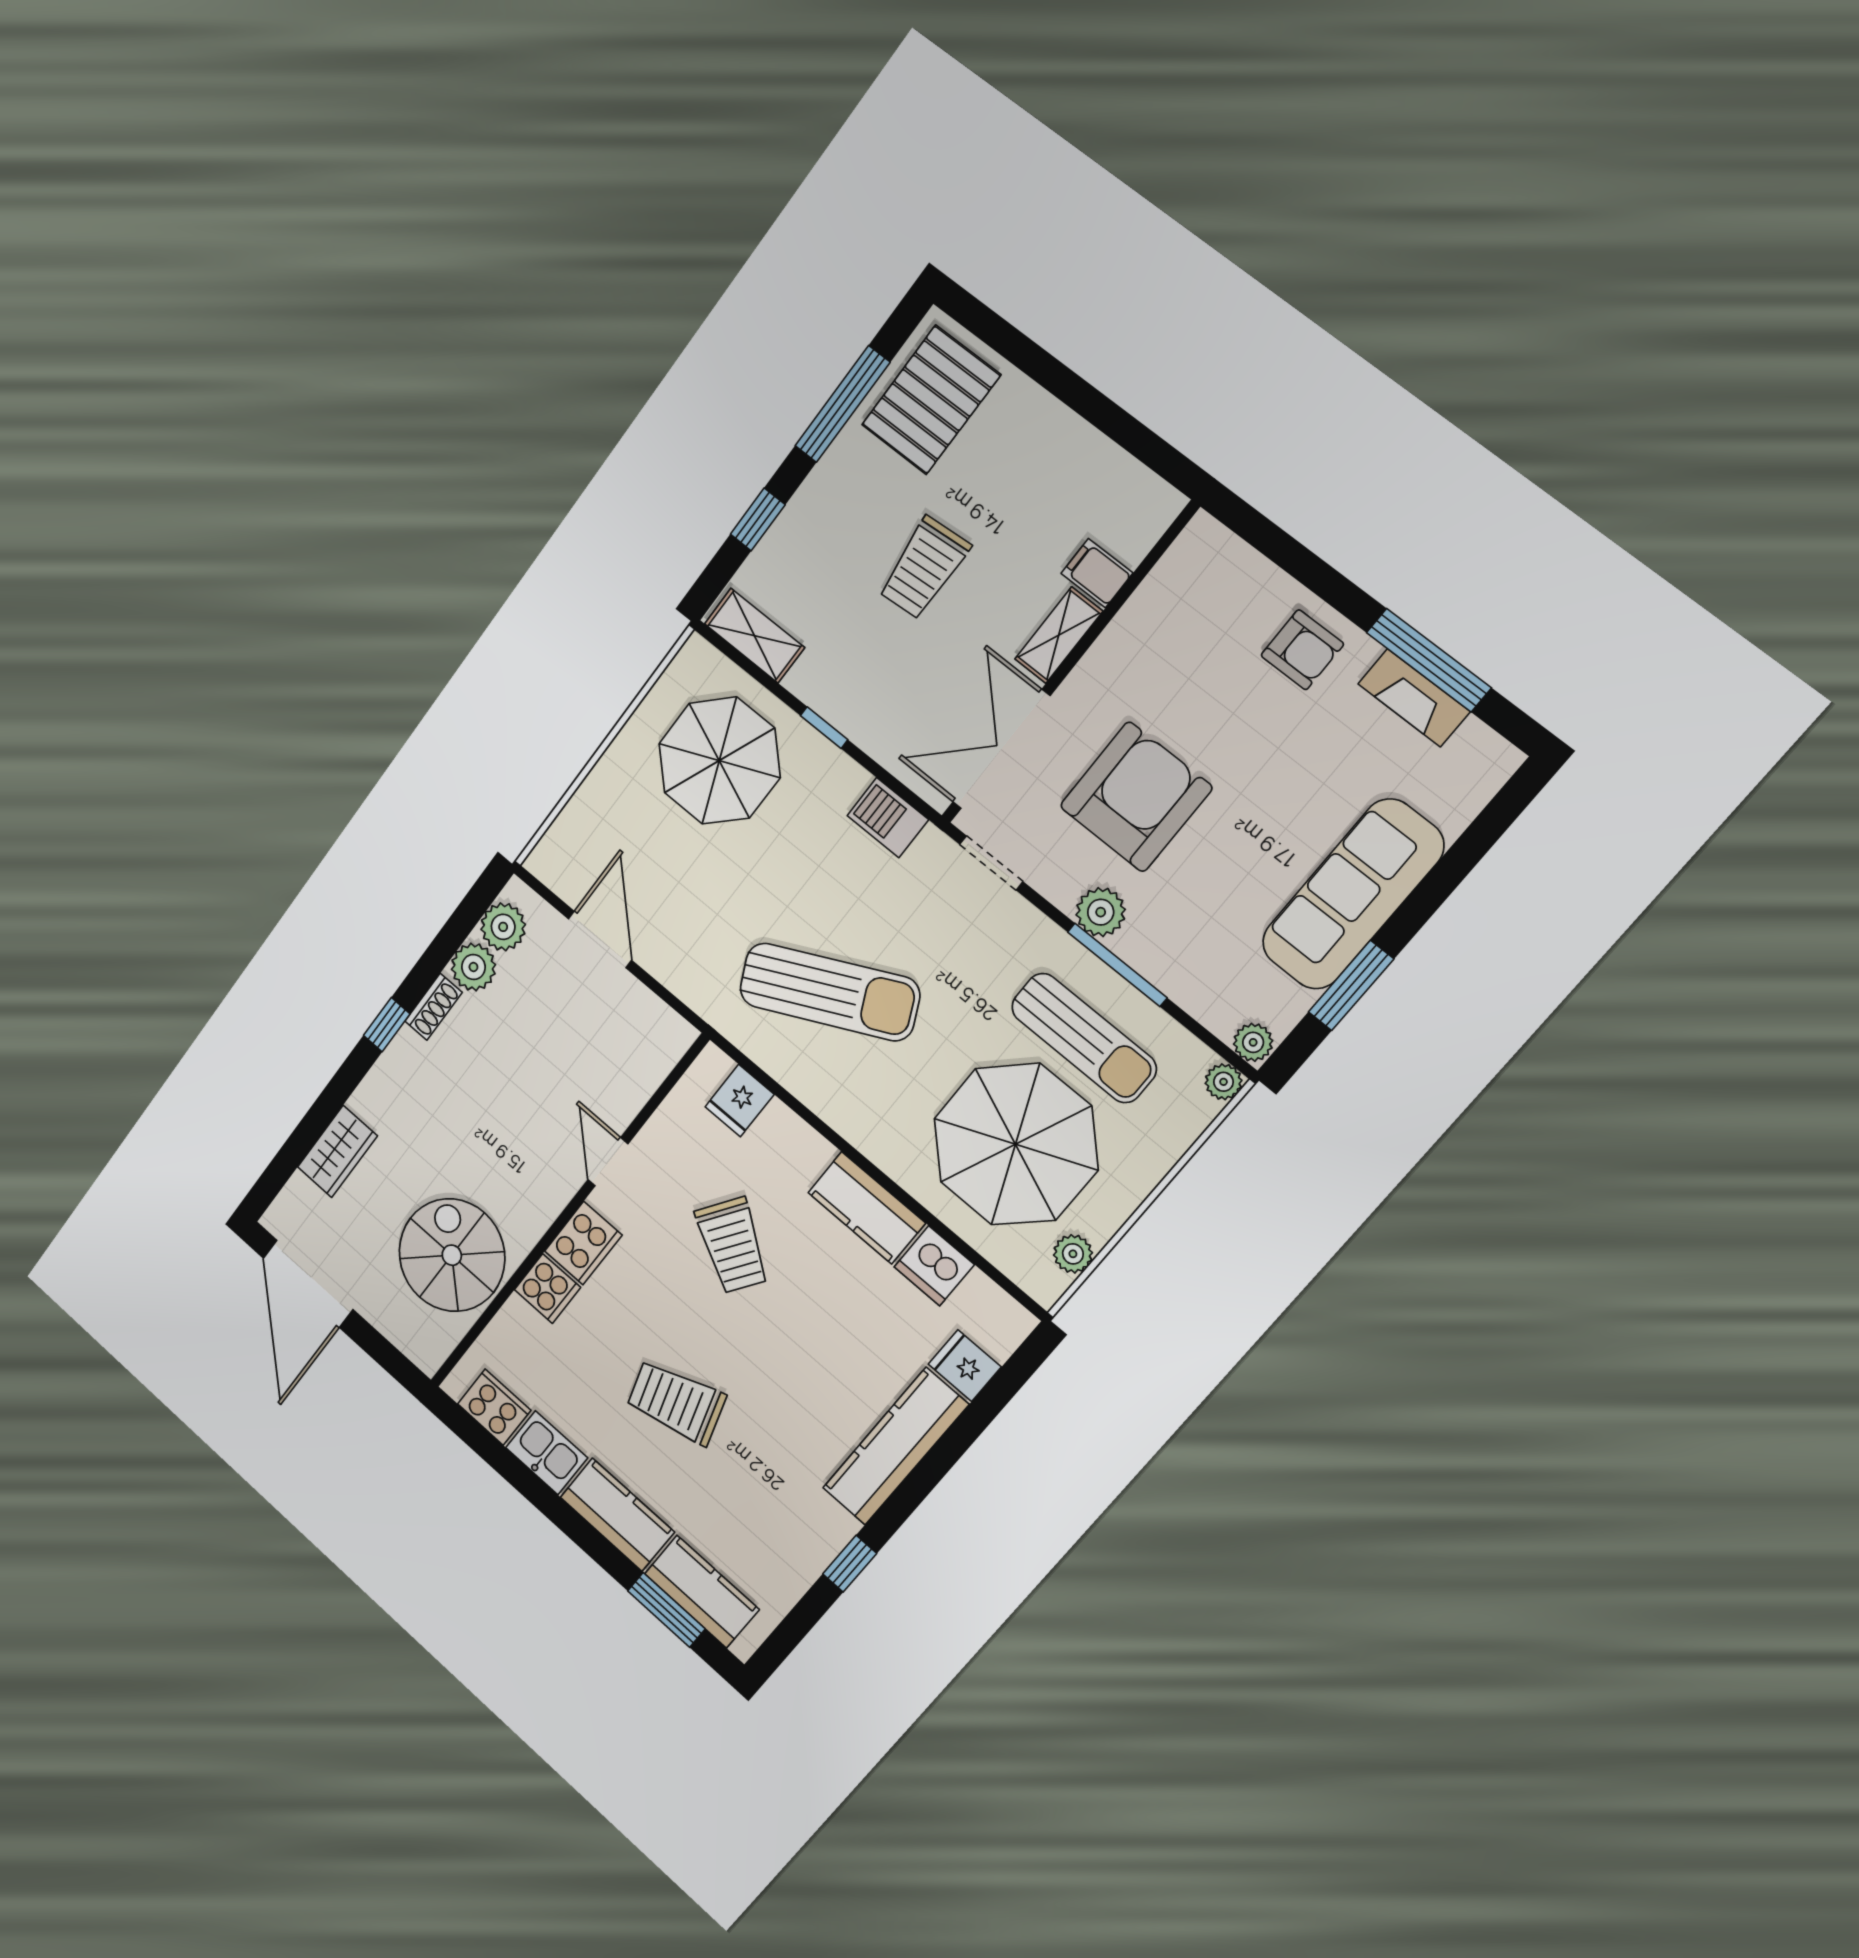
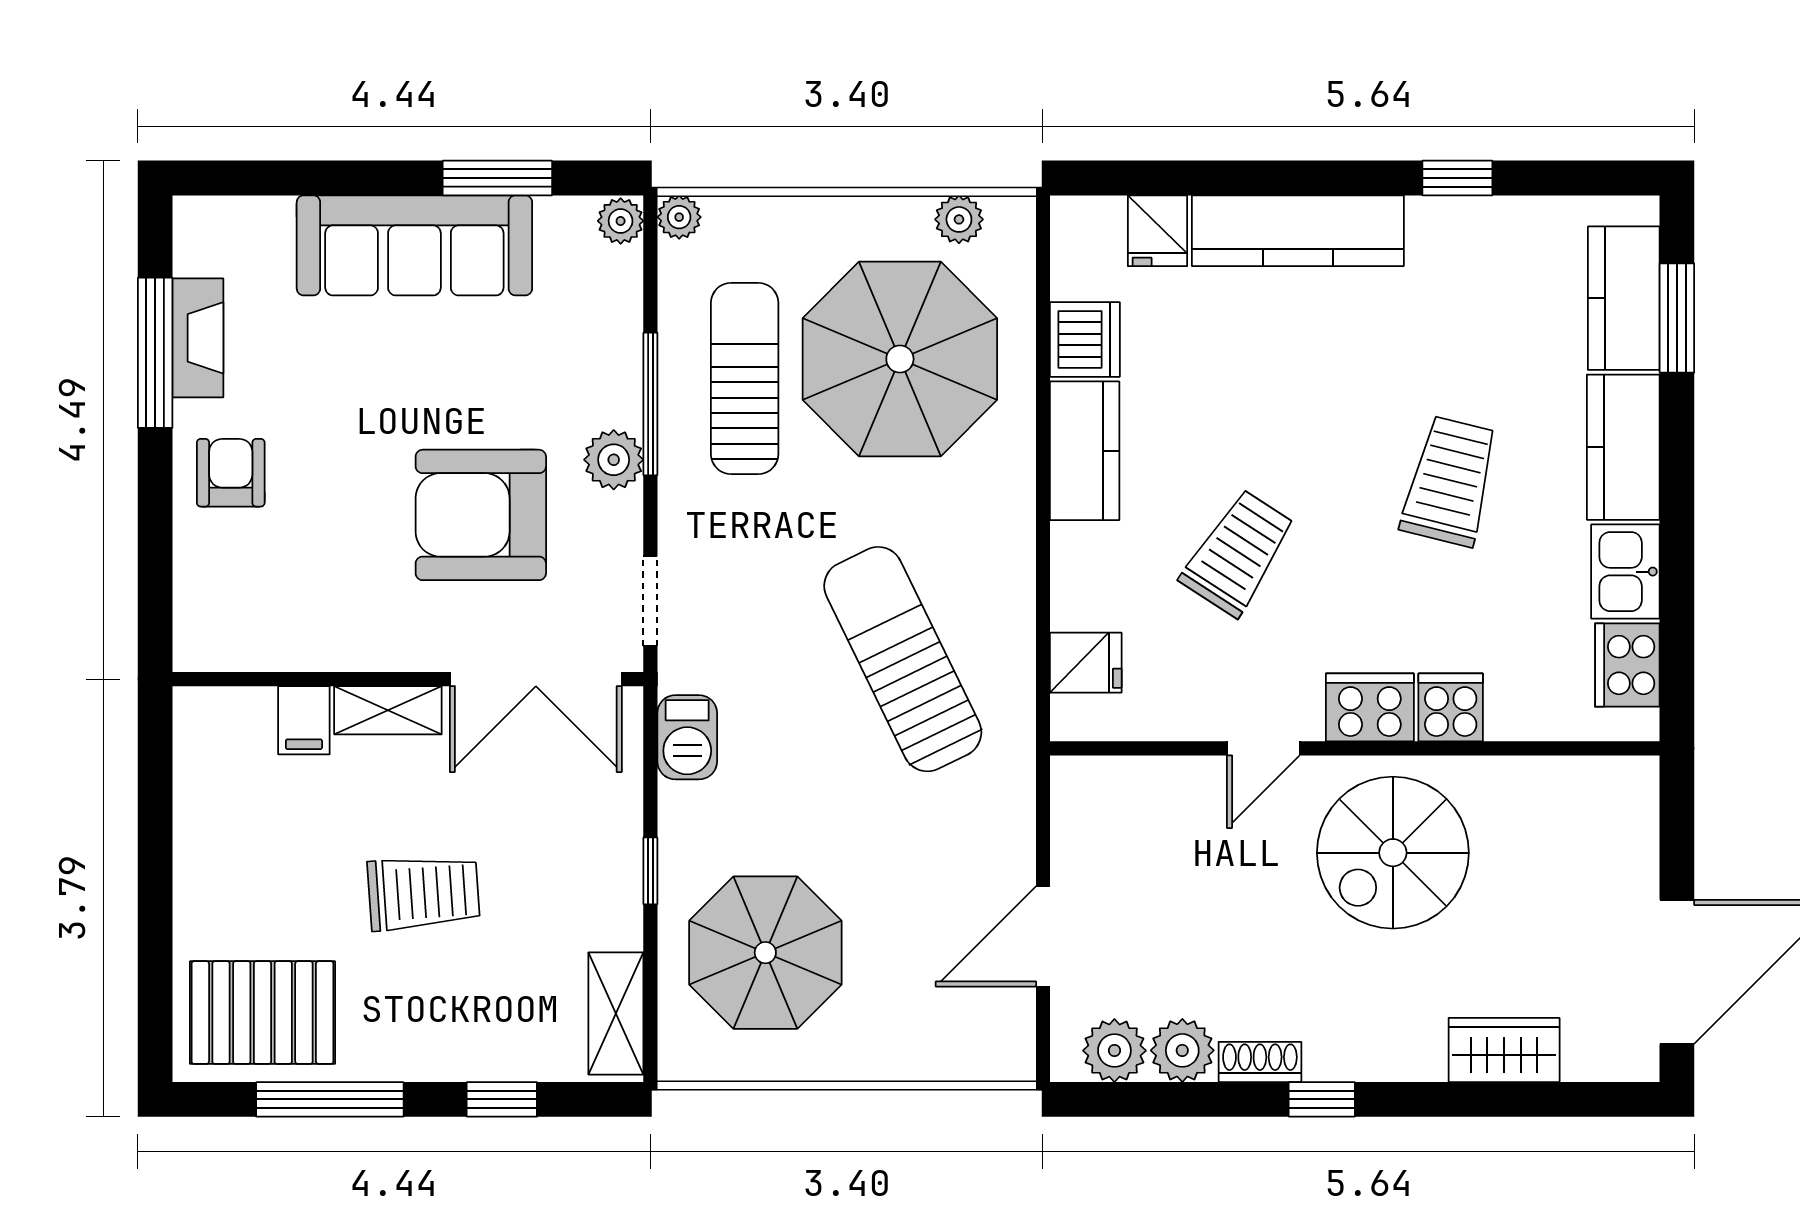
spiral stairs: (452, 1255) -> (1393, 853), moved
trolley: (676, 1402) -> (1450, 481), turned -149

